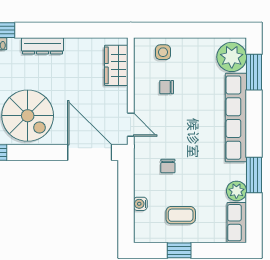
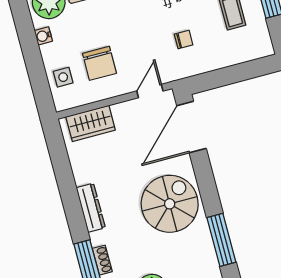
chair: (167, 87) -> (99, 63), width x1.87, depth x1.87
water cooler: (140, 204) -> (43, 36), moved, turned 90

